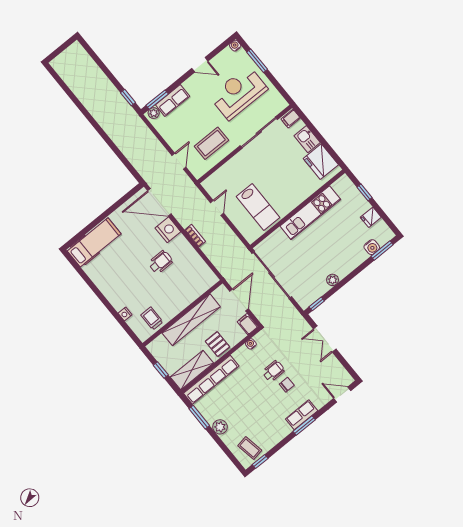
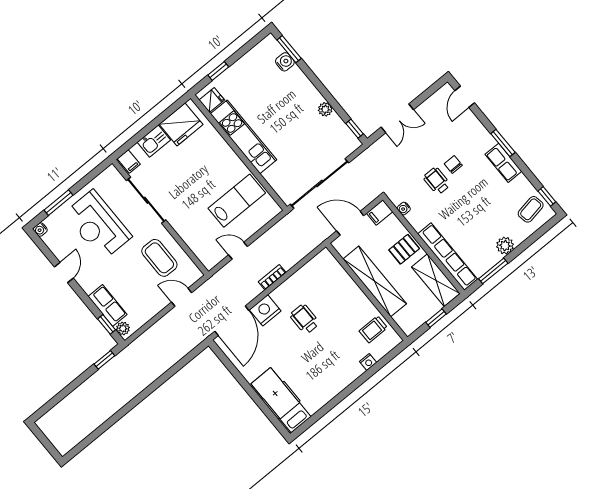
window: (157, 100) -> (107, 324), width x0.67
fridge: (371, 217) -> (212, 100), moved, turned -90
row of seats: (302, 415) -> (503, 163), moved

